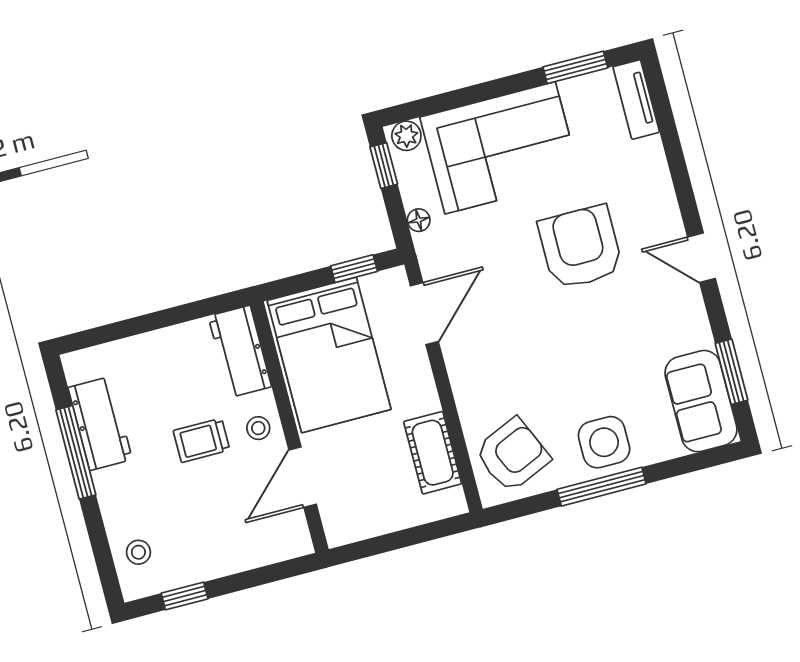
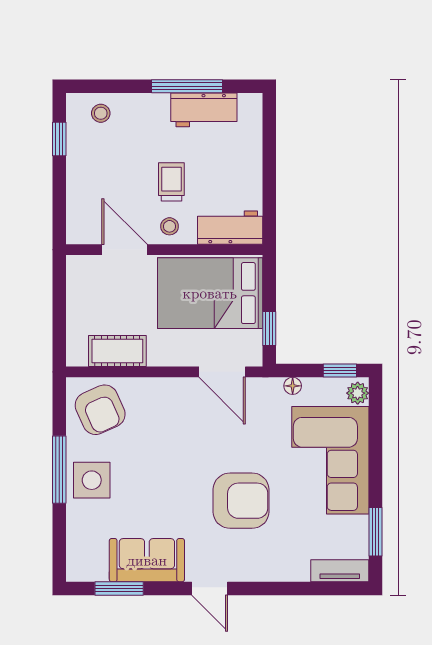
door: (702, 258) -> (210, 588), swing flipped
sofa: (701, 401) -> (147, 560), moved

